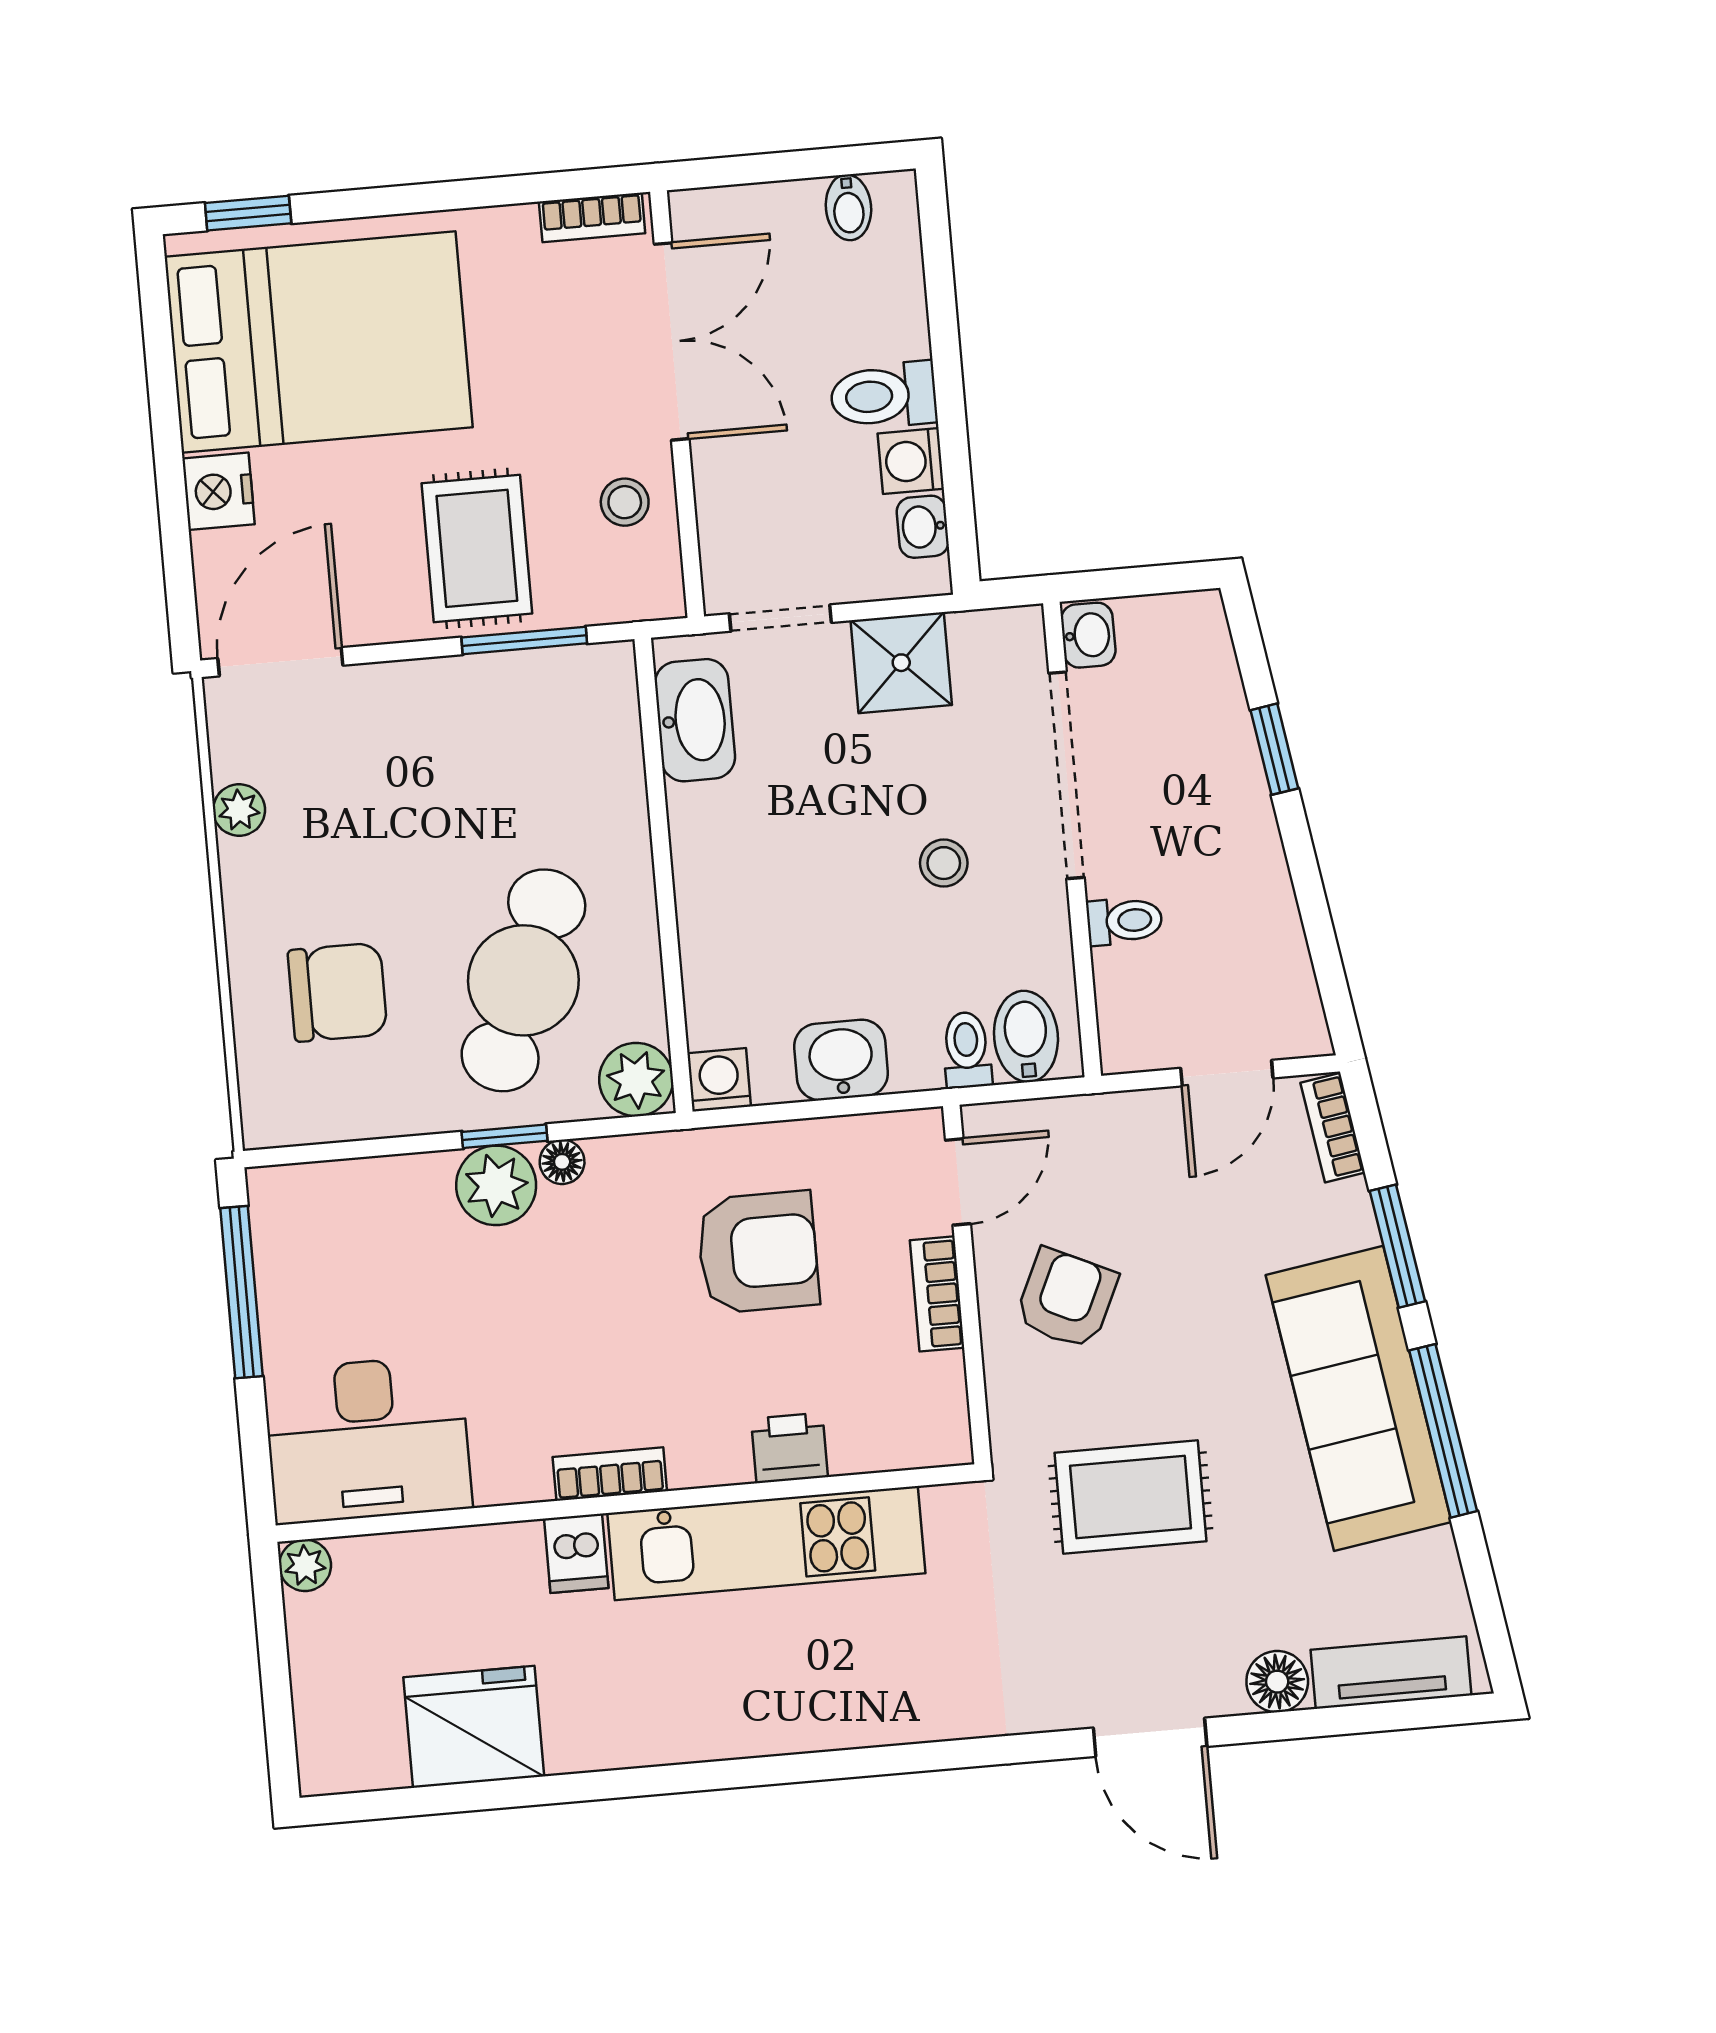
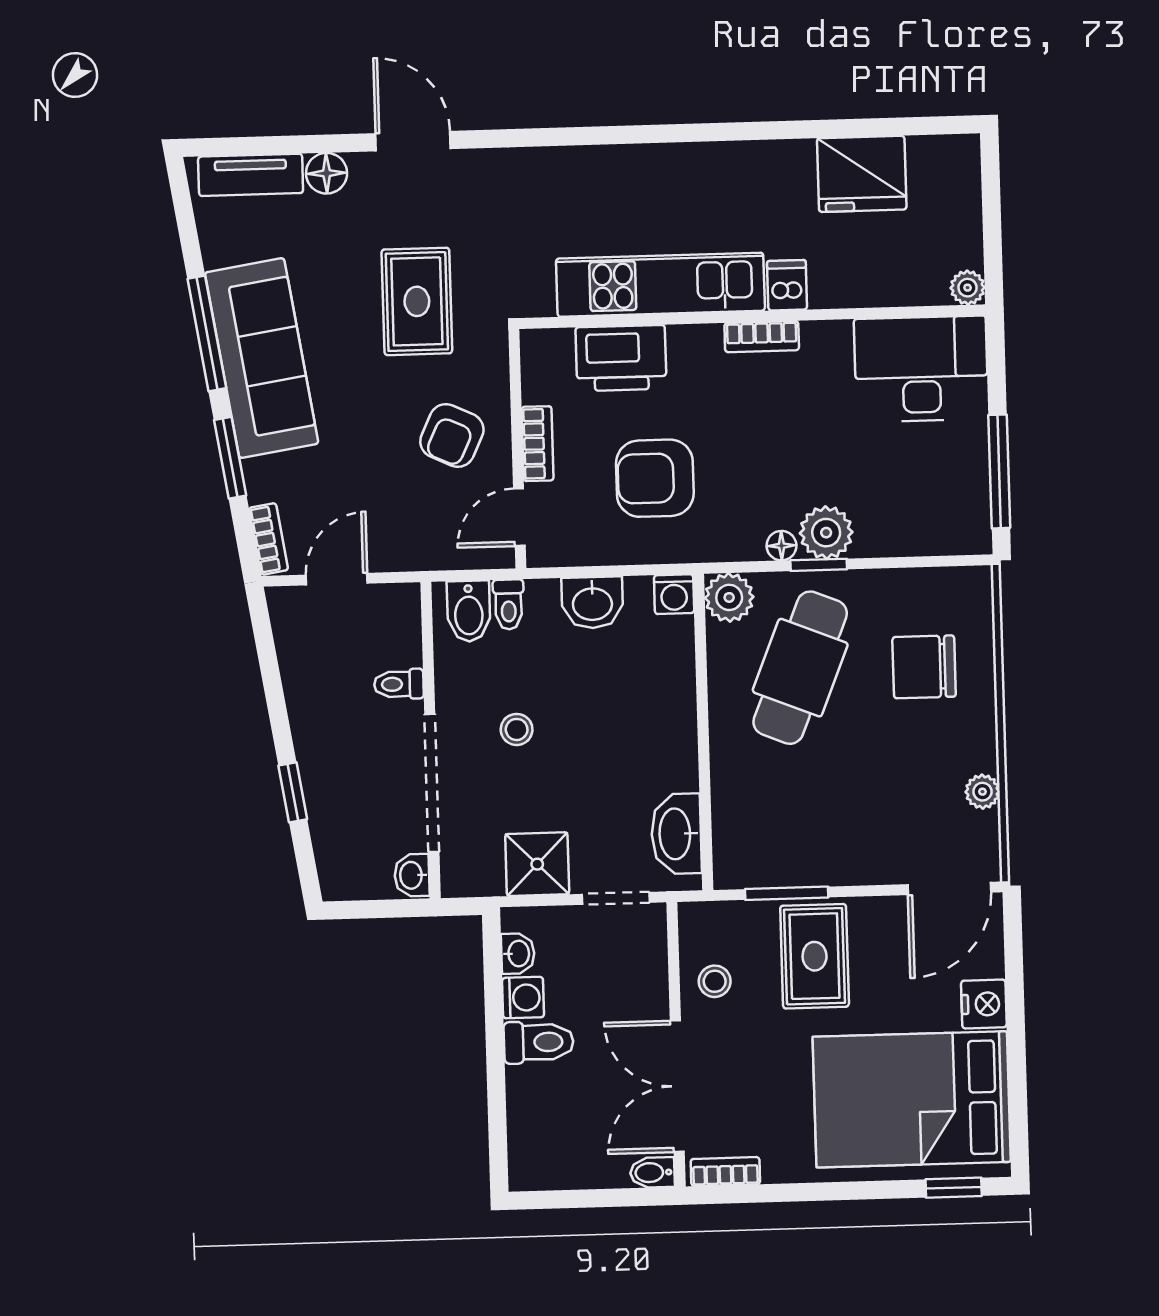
bidet: (848, 207) -> (652, 1173), moved, turned -90
printer: (789, 1448) -> (621, 358), width x1.87, depth x1.48
rug: (1131, 1497) -> (417, 301), turned 90

